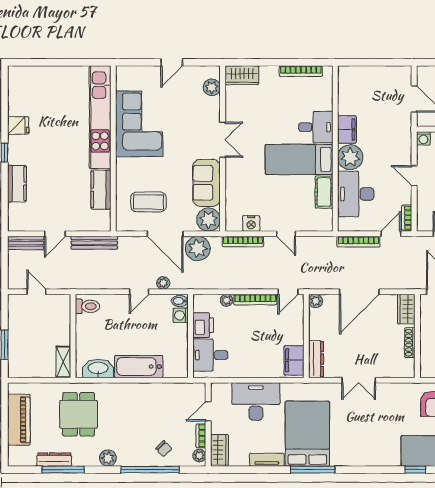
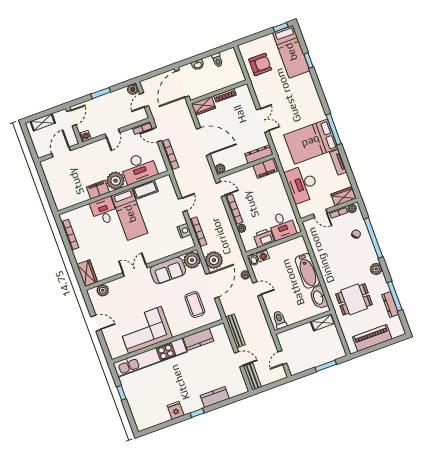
window: (68, 62) -> (121, 393), added

